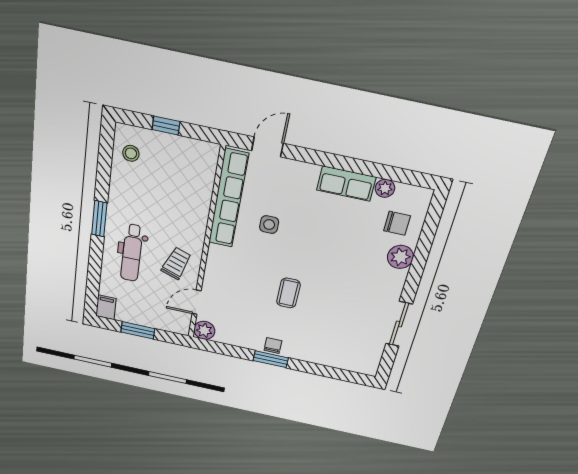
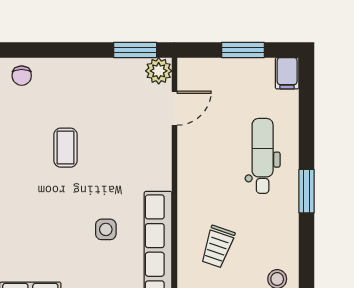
trolley: (176, 263) -> (218, 247), moved
chair: (273, 346) -> (22, 76), moved
window: (271, 359) -> (135, 50), moved

